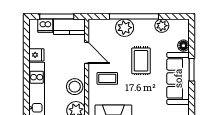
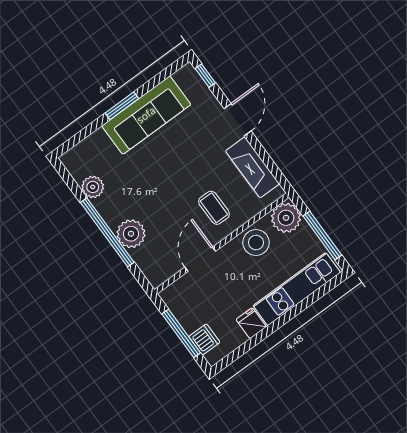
kitchen counter: (69, 27) -> (183, 307), removed
floor lamp: (183, 46) -> (98, 140), removed
rug: (141, 61) -> (159, 180), removed

